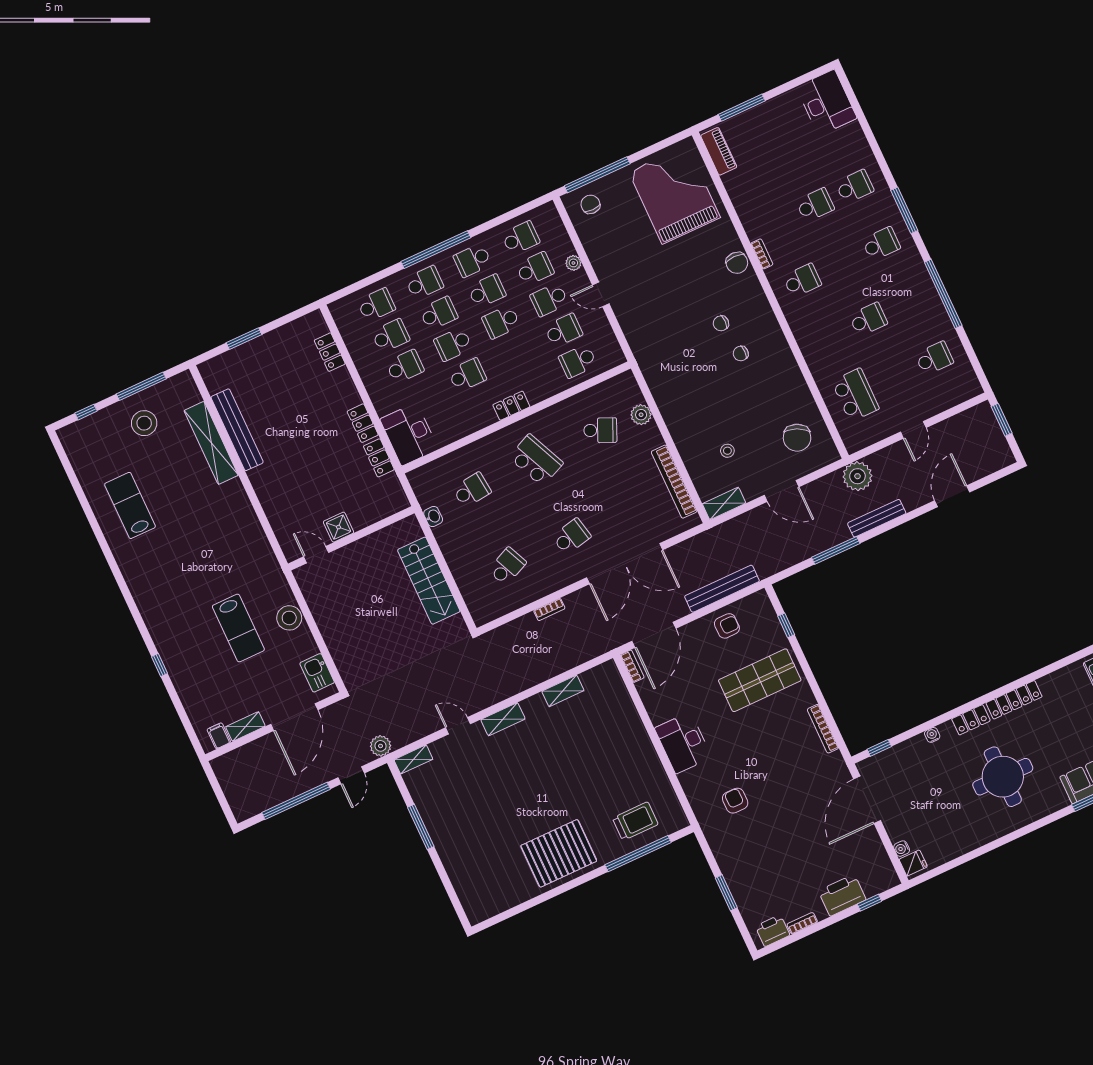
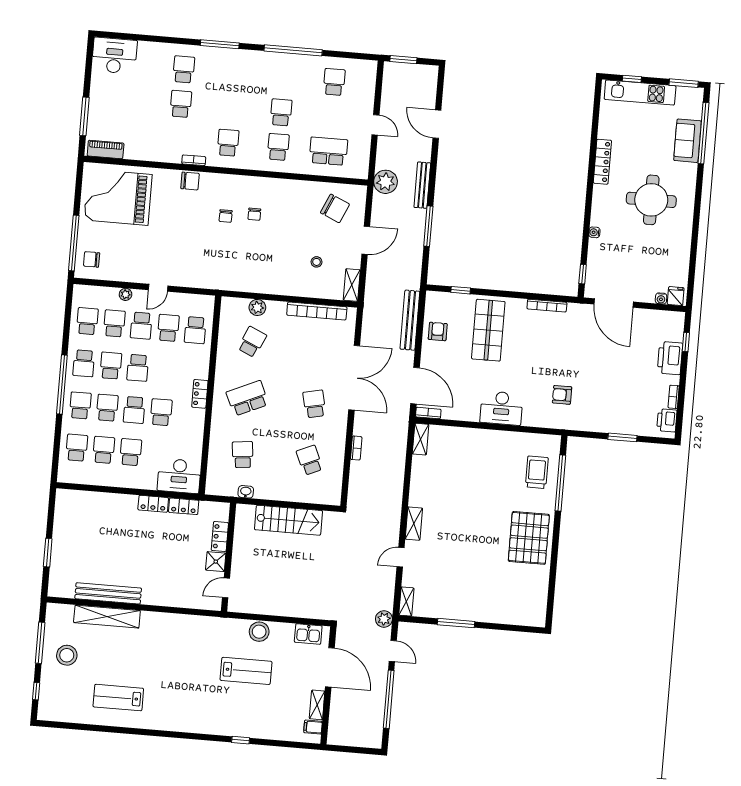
school desk: (881, 244) -> (278, 147), moved
locker: (330, 352) -> (220, 537), moved, turned 90
shelving: (563, 691) -> (421, 439), moved
locker: (971, 720) -> (599, 199), removed

